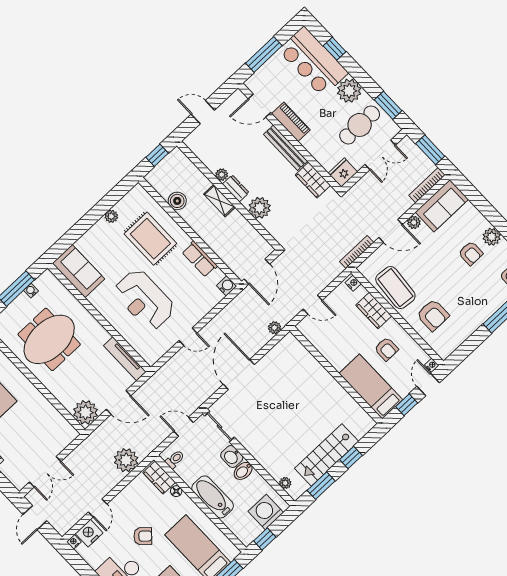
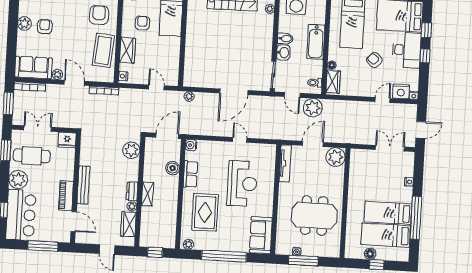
wardrobe: (313, 180) -> (128, 224), moved, turned 180
boiler: (177, 201) -> (173, 168), moved
plant: (260, 208) -> (131, 150), moved
plant: (111, 216) -> (189, 244), moved
window: (92, 217) -> (224, 256), added
door: (118, 402) -> (313, 144), hinge flipped
plant: (126, 460) -> (313, 108), moved

